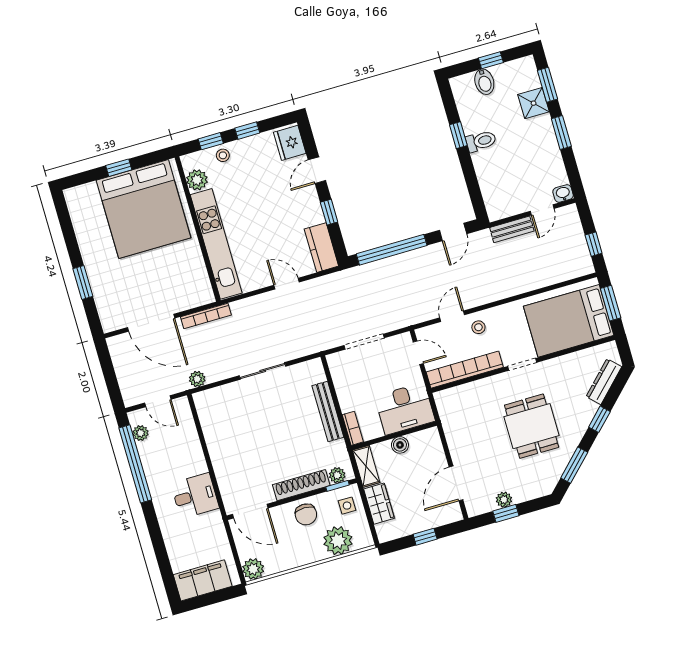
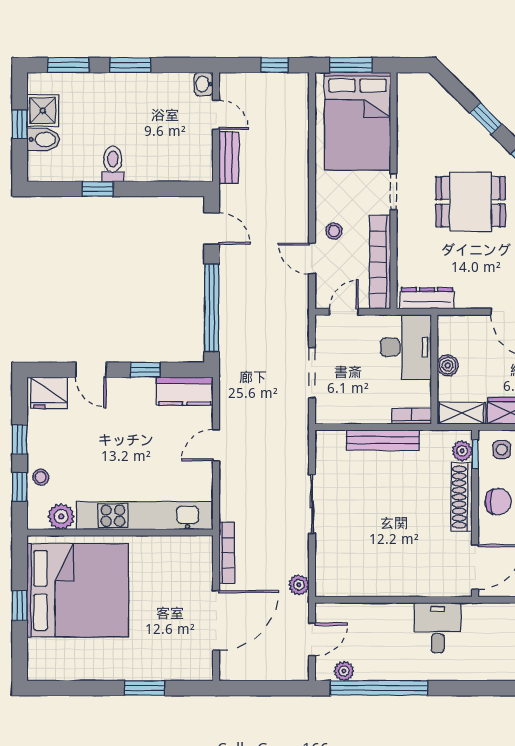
shower: (534, 103) -> (43, 110), moved
dresser: (604, 382) -> (427, 298), moved, turned 135

